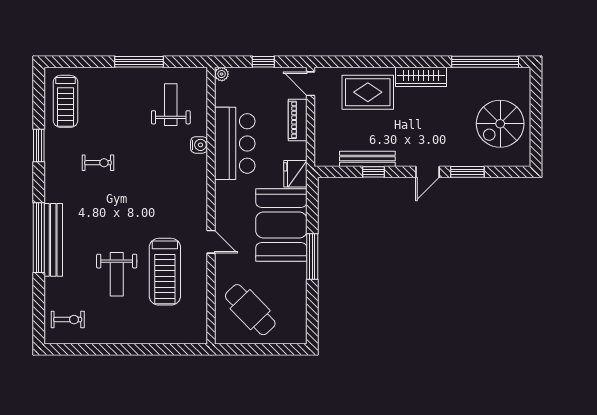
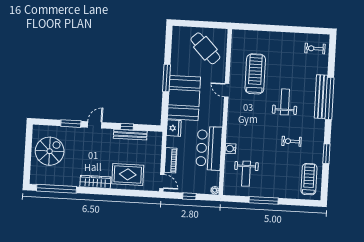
weight bench: (117, 274) -> (285, 102), moved

